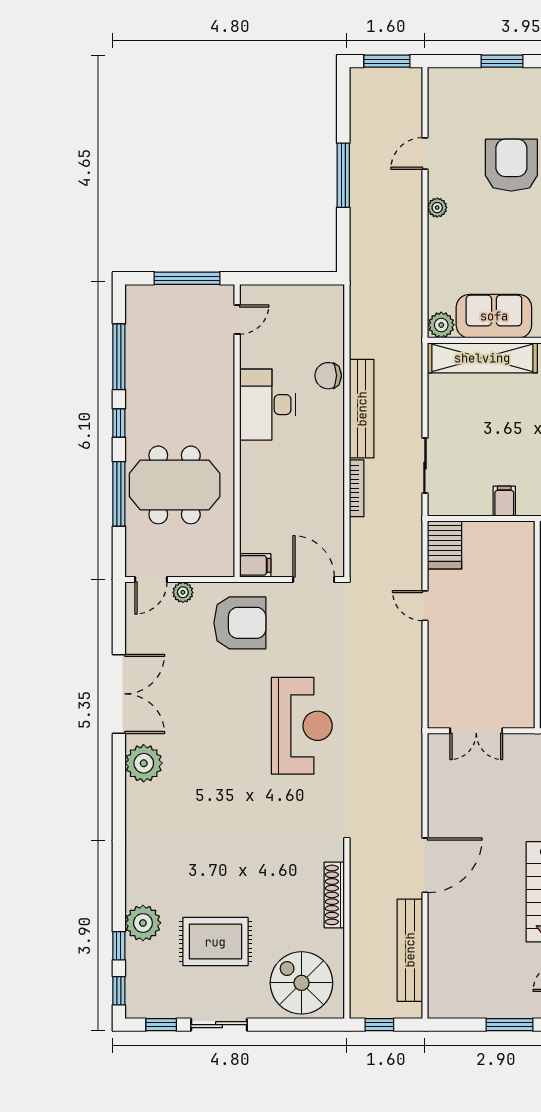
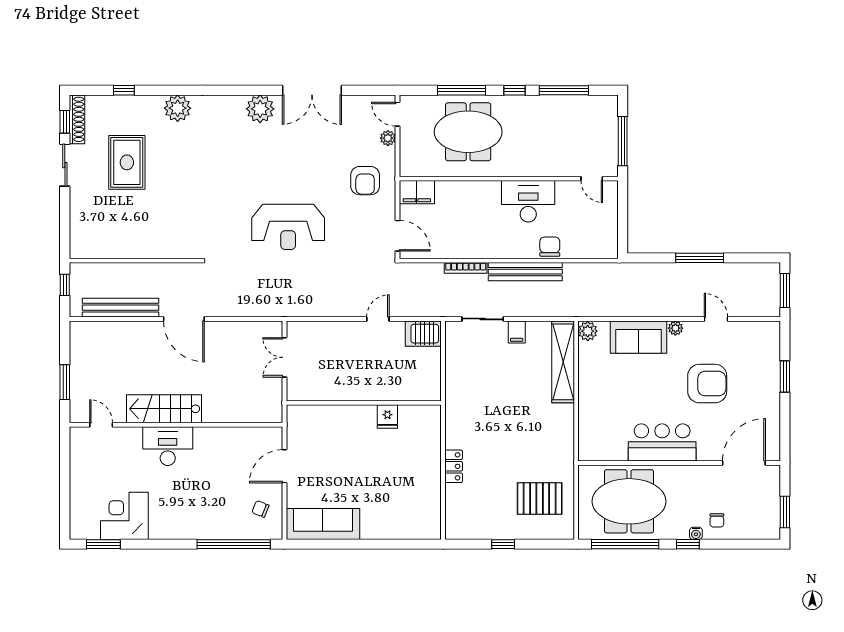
sofa: (494, 316) -> (639, 337), moved, turned 90
meeting table: (175, 485) -> (468, 132), turned 90
filing cabinet: (504, 501) -> (517, 332), moved, turned 90
filing cabinet: (255, 565) -> (417, 192), width x2.00
door: (314, 579) -> (397, 236), hinge flipped
armchair: (240, 623) -> (365, 181), width x0.73, depth x0.73
shoe rack: (334, 895) -> (77, 119), moved, turned 90
plant: (143, 923) -> (178, 108), moved
spiral stairs: (301, 983) -> (96, 227), removed
window: (119, 991) -> (90, 90), removed

